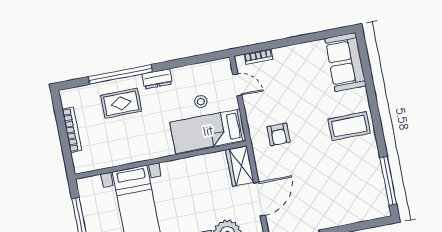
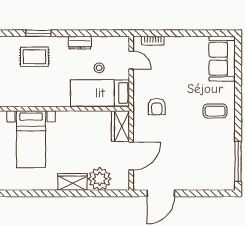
window: (120, 74) -> (38, 33), width x0.47
dresser: (157, 79) -> (80, 43), moved
coffee table: (349, 126) -> (215, 111), width x0.73, depth x0.77

